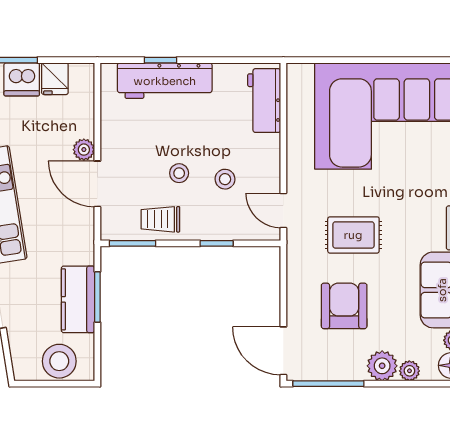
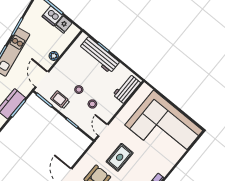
door: (97, 184) -> (42, 79), moved
rug: (353, 235) -> (120, 157), turned 90

